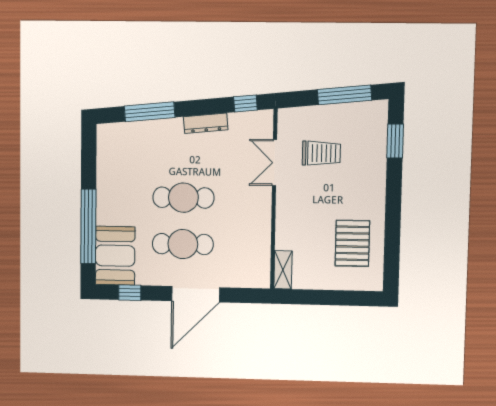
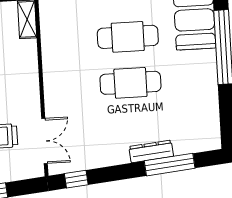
dresser: (206, 123) -> (151, 151), moved
double door: (275, 163) -> (45, 141), moved

